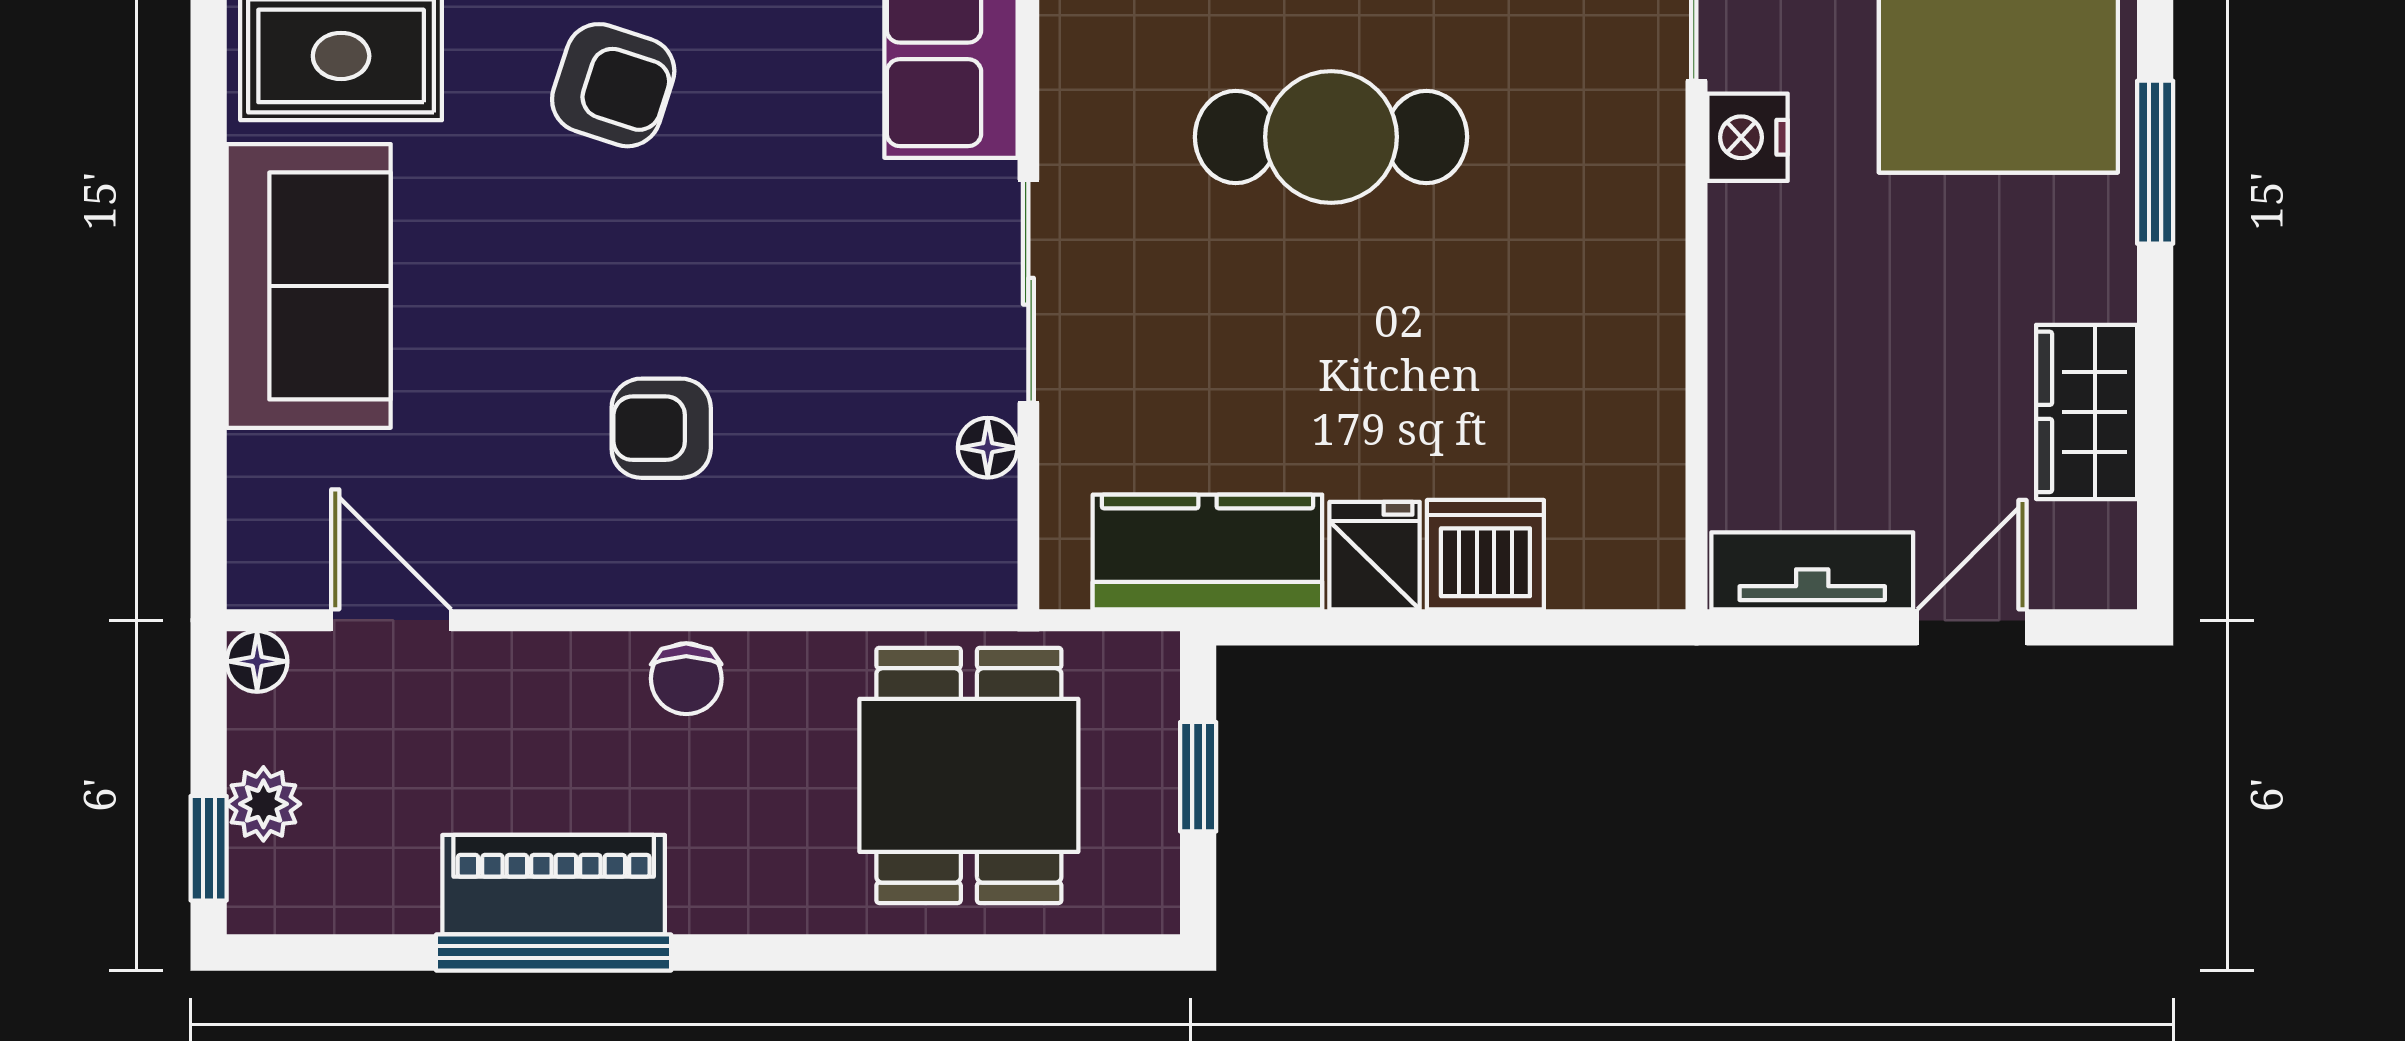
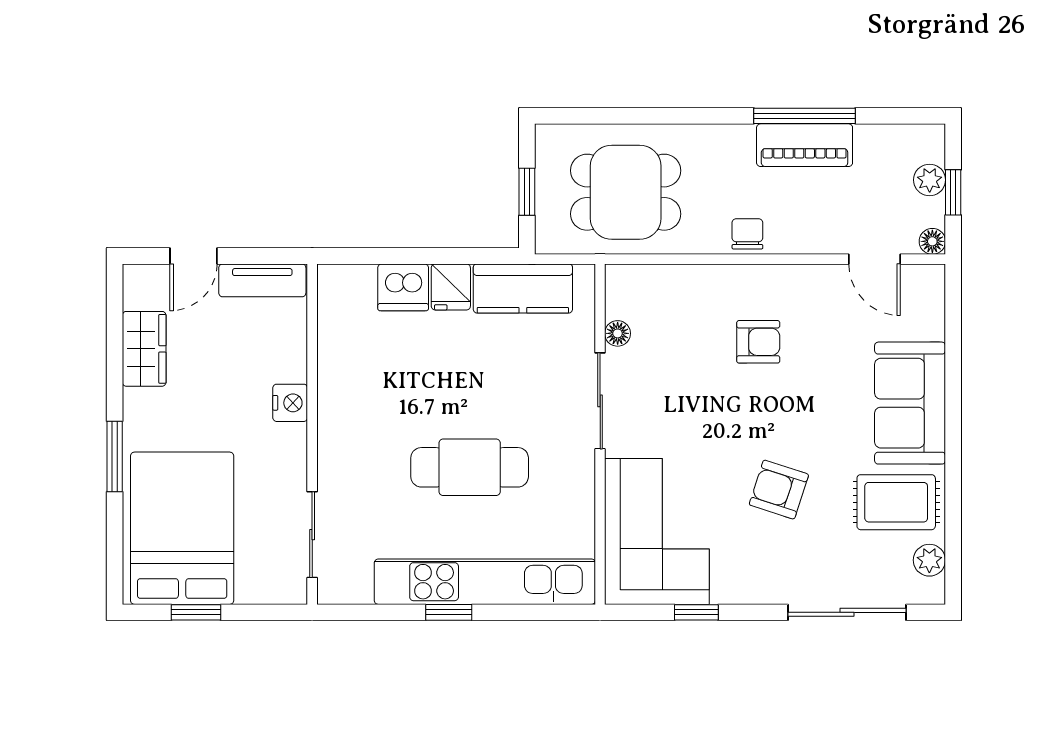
nightstand: (1748, 137) -> (290, 403), moved
dining table: (969, 775) -> (626, 192), turned 90
window: (209, 848) -> (953, 192), moved

